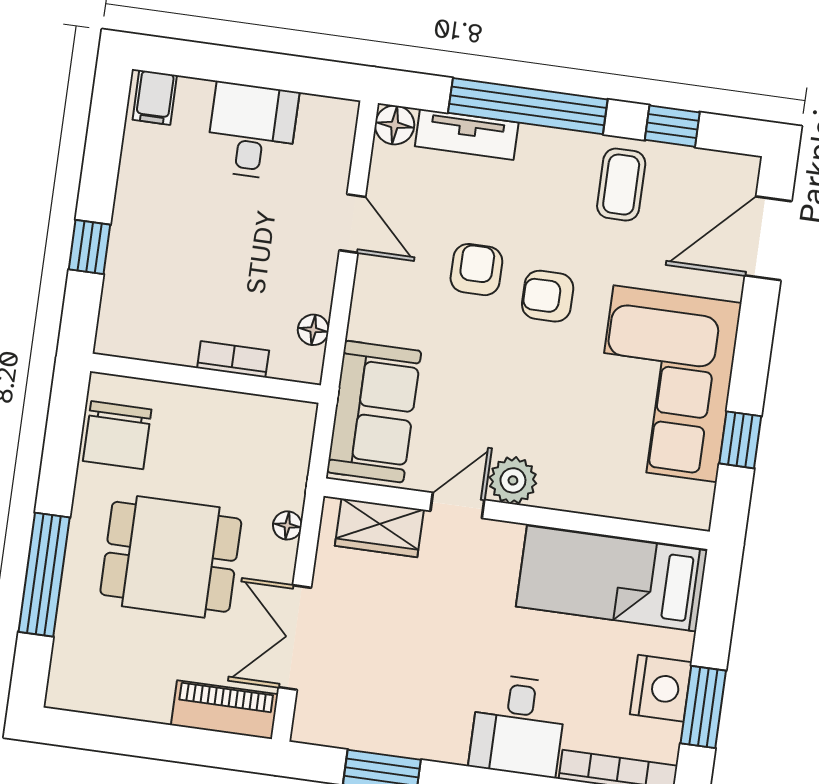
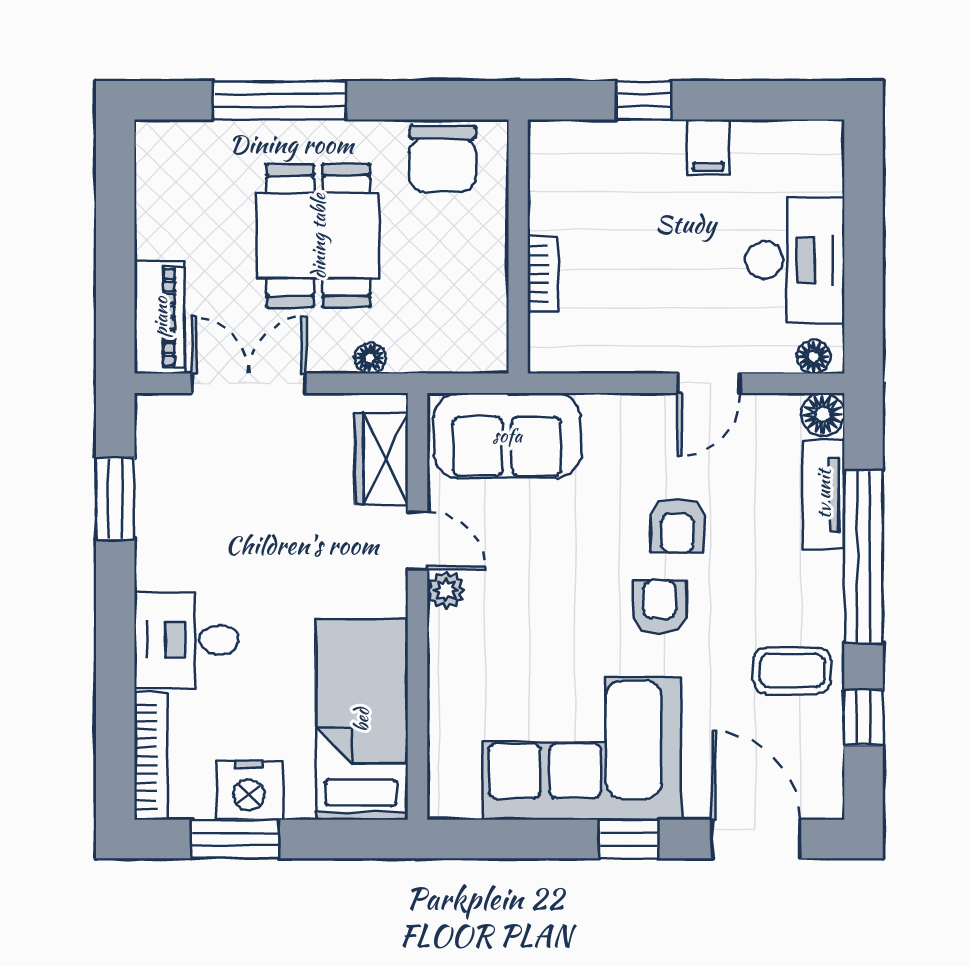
filing cabinet: (155, 97) -> (708, 147), moved, turned -90
desk: (252, 131) -> (795, 260), width x1.37
armchair: (476, 270) -> (678, 526), turned 90
floor lamp: (313, 330) -> (814, 357), moved
chair: (117, 435) -> (443, 159), turned -90
window: (740, 440) -> (629, 839), moved
plant: (513, 480) -> (446, 590), width x0.73, depth x0.73

